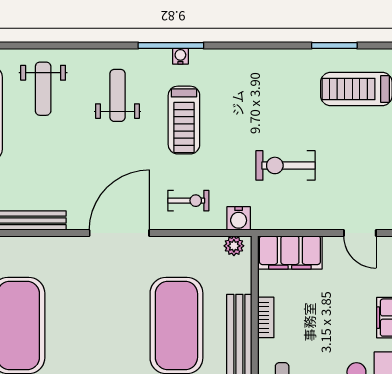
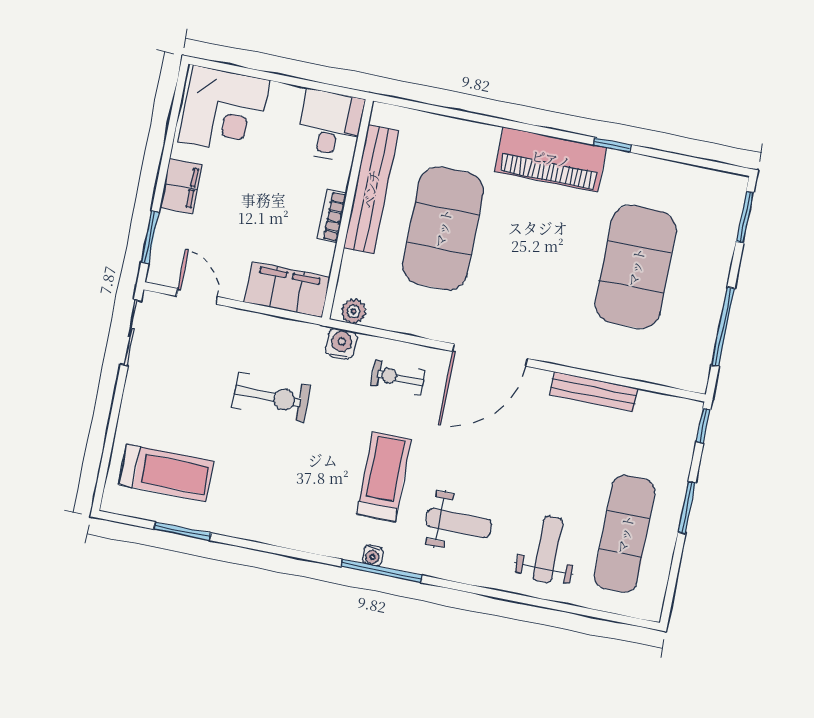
weight bench: (117, 95) -> (459, 523), turned -90

